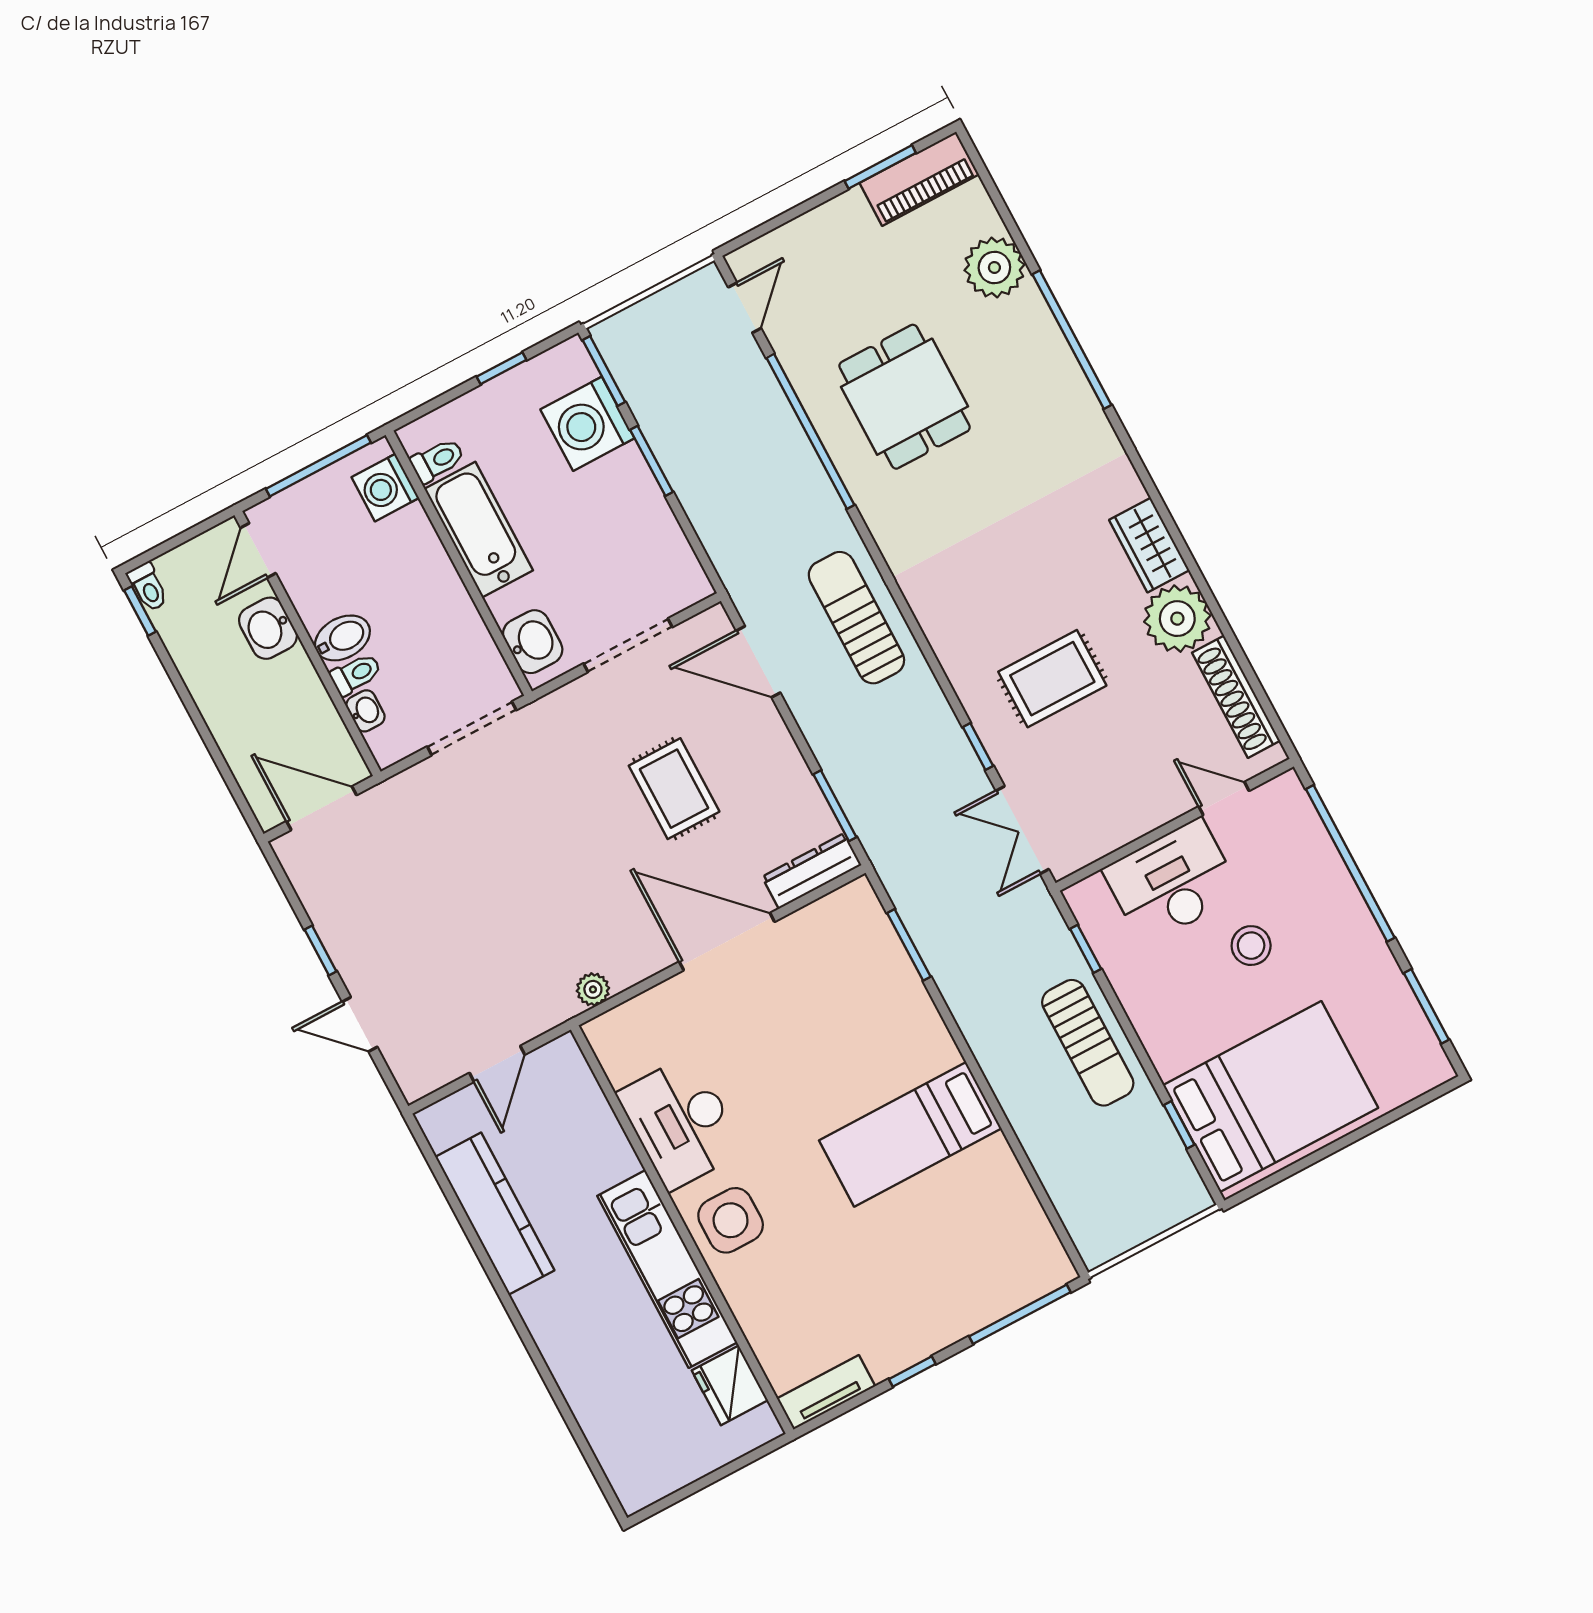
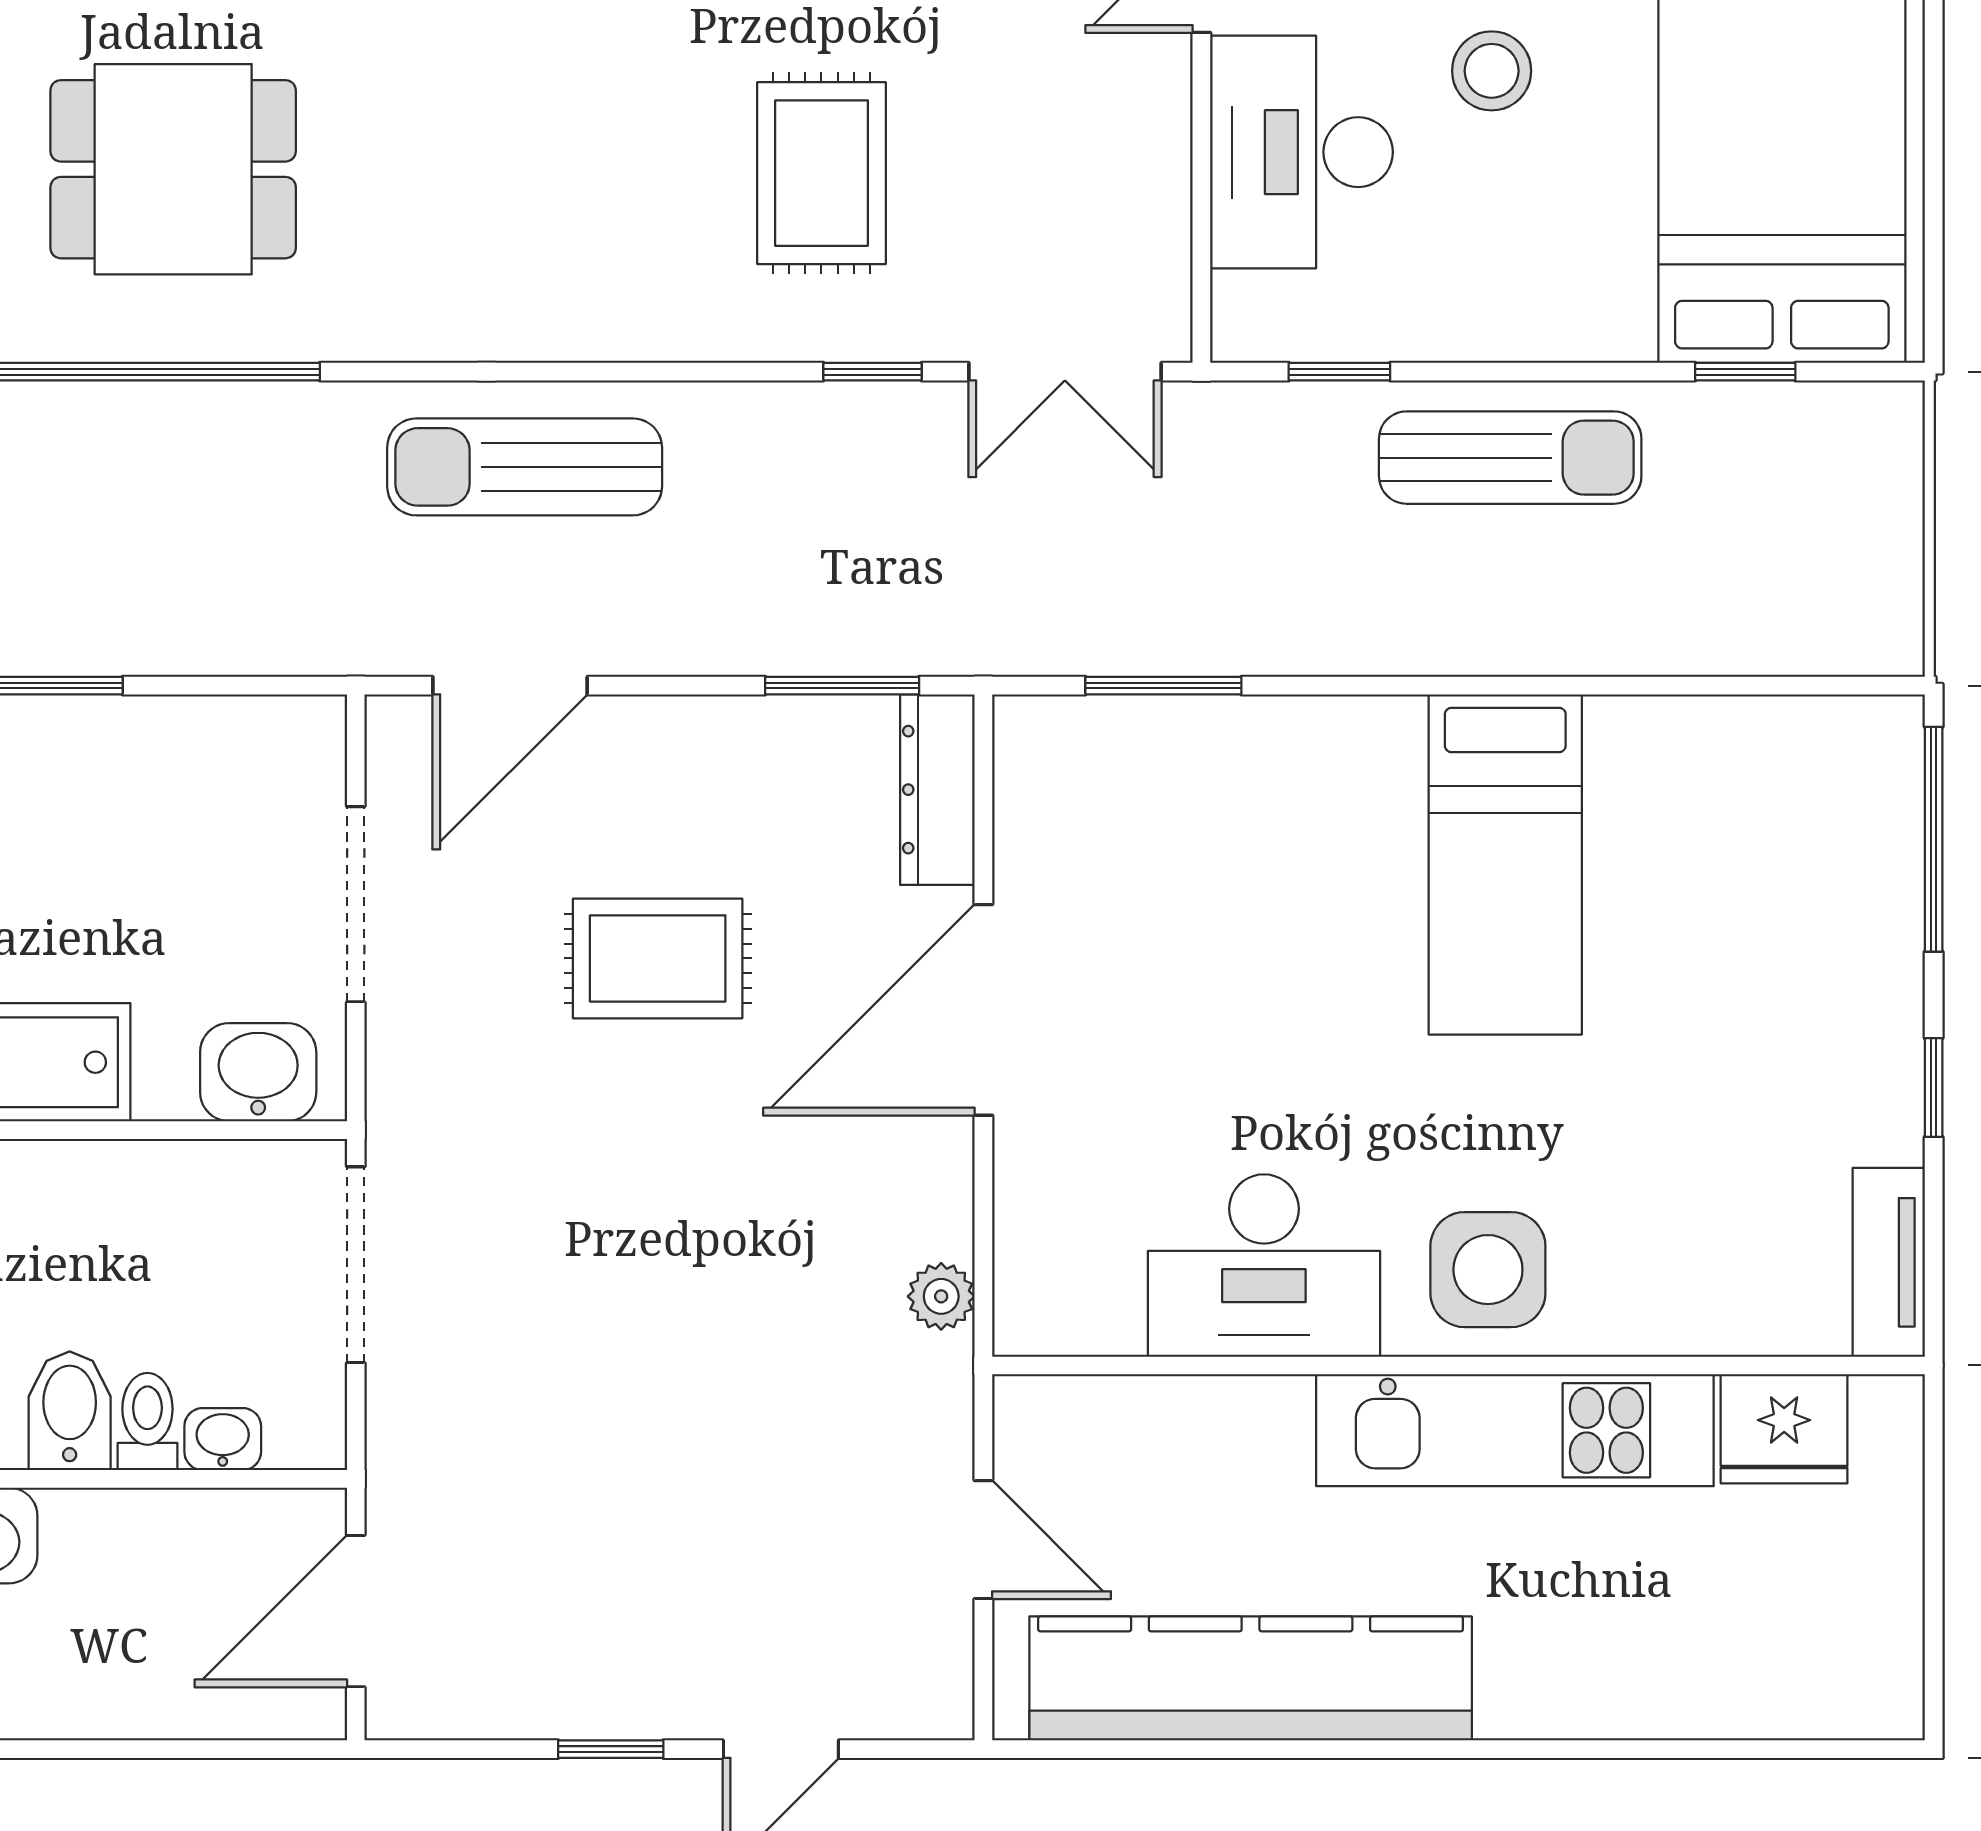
kitchen counter: (495, 1214) -> (1251, 1678), width x1.39, depth x1.17

